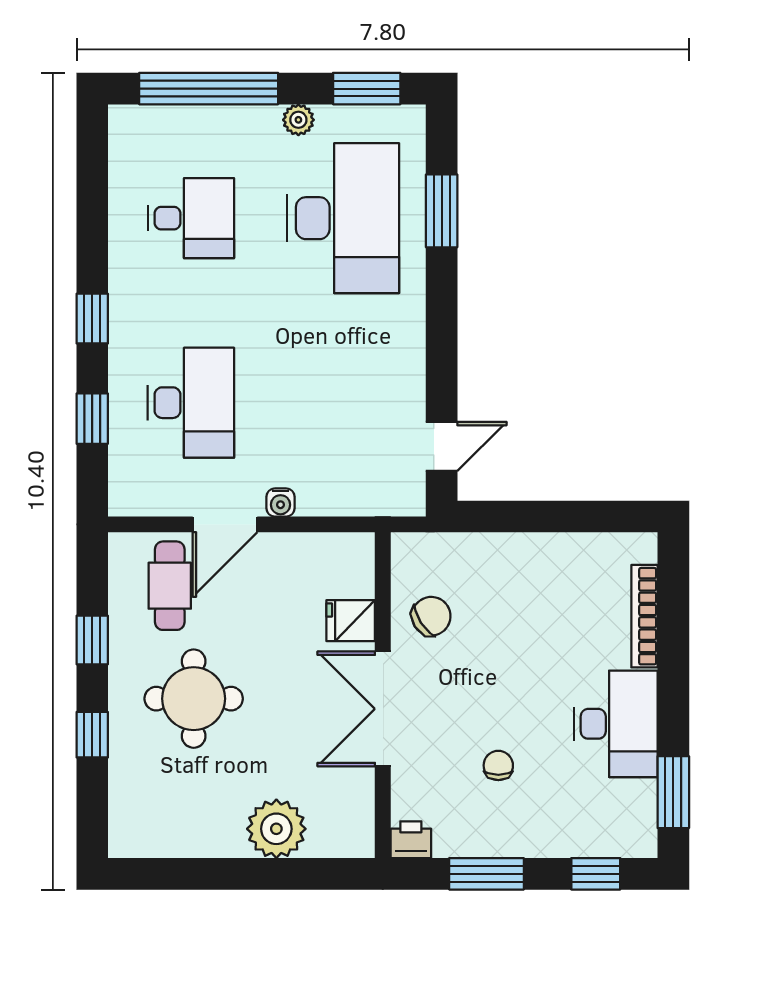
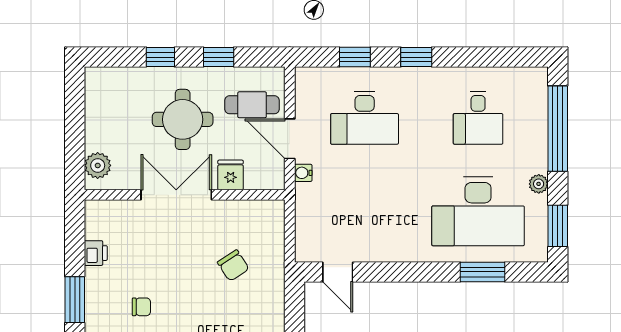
fridge: (351, 621) -> (231, 175), moved
wall: (383, 695) -> (185, 195), moved
double door: (383, 709) -> (176, 195), moved
plant: (276, 829) -> (98, 165), width x0.73, depth x0.73

